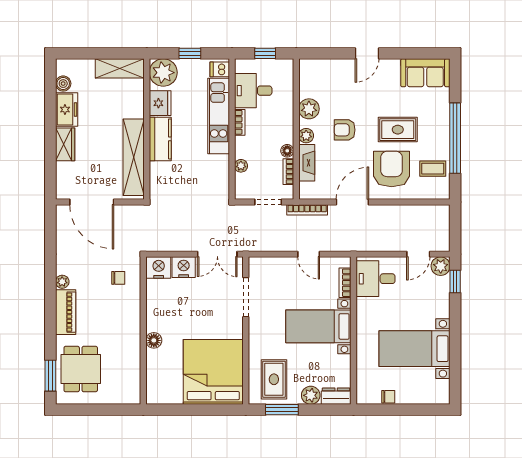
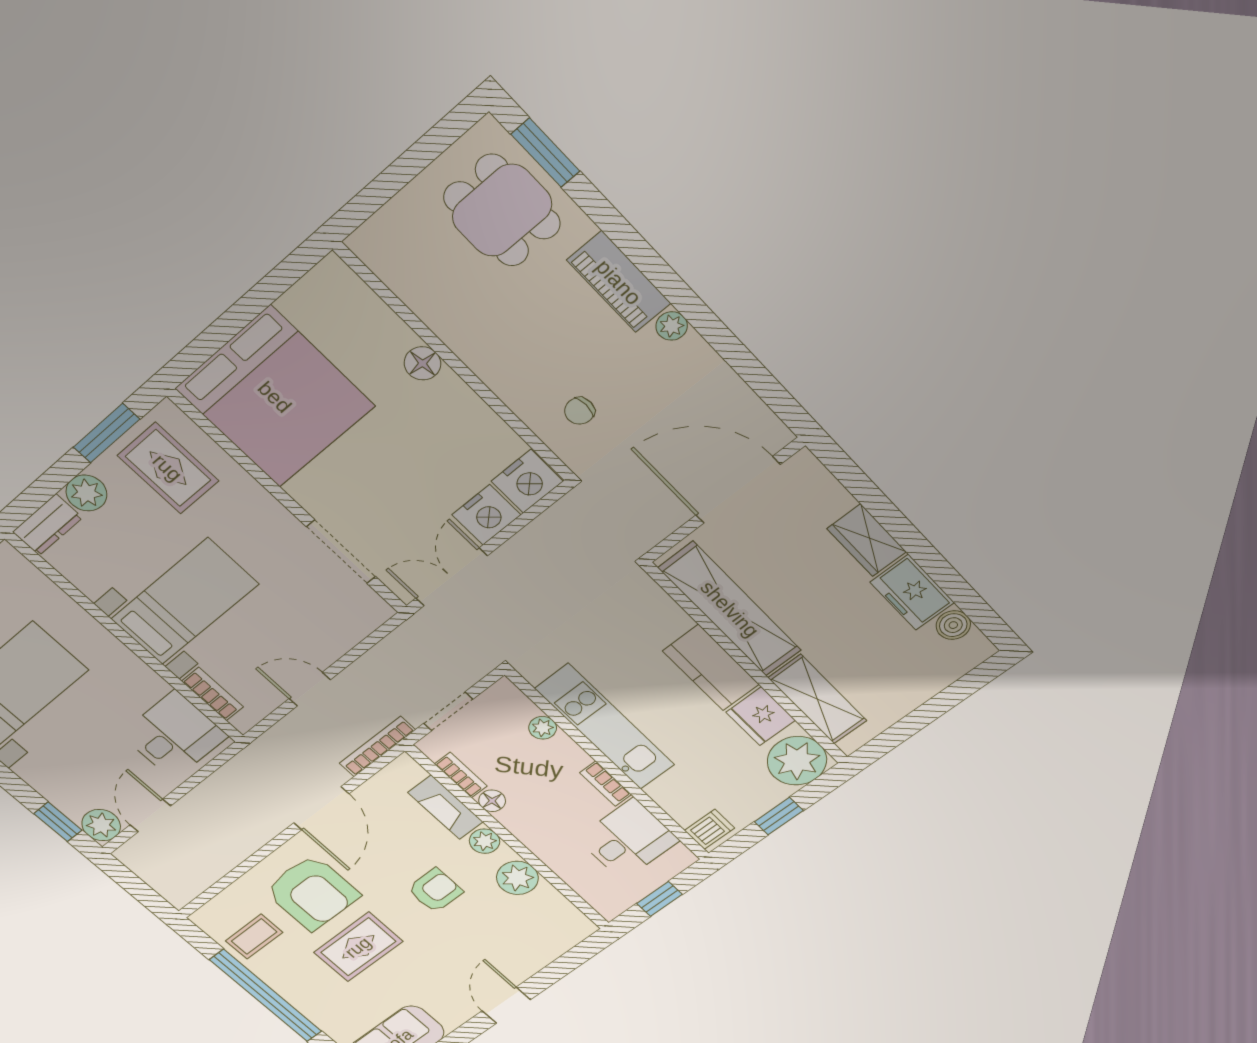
shelving: (120, 68) -> (817, 699), moved, turned 90
kitchen unit: (219, 116) -> (605, 727), moved

